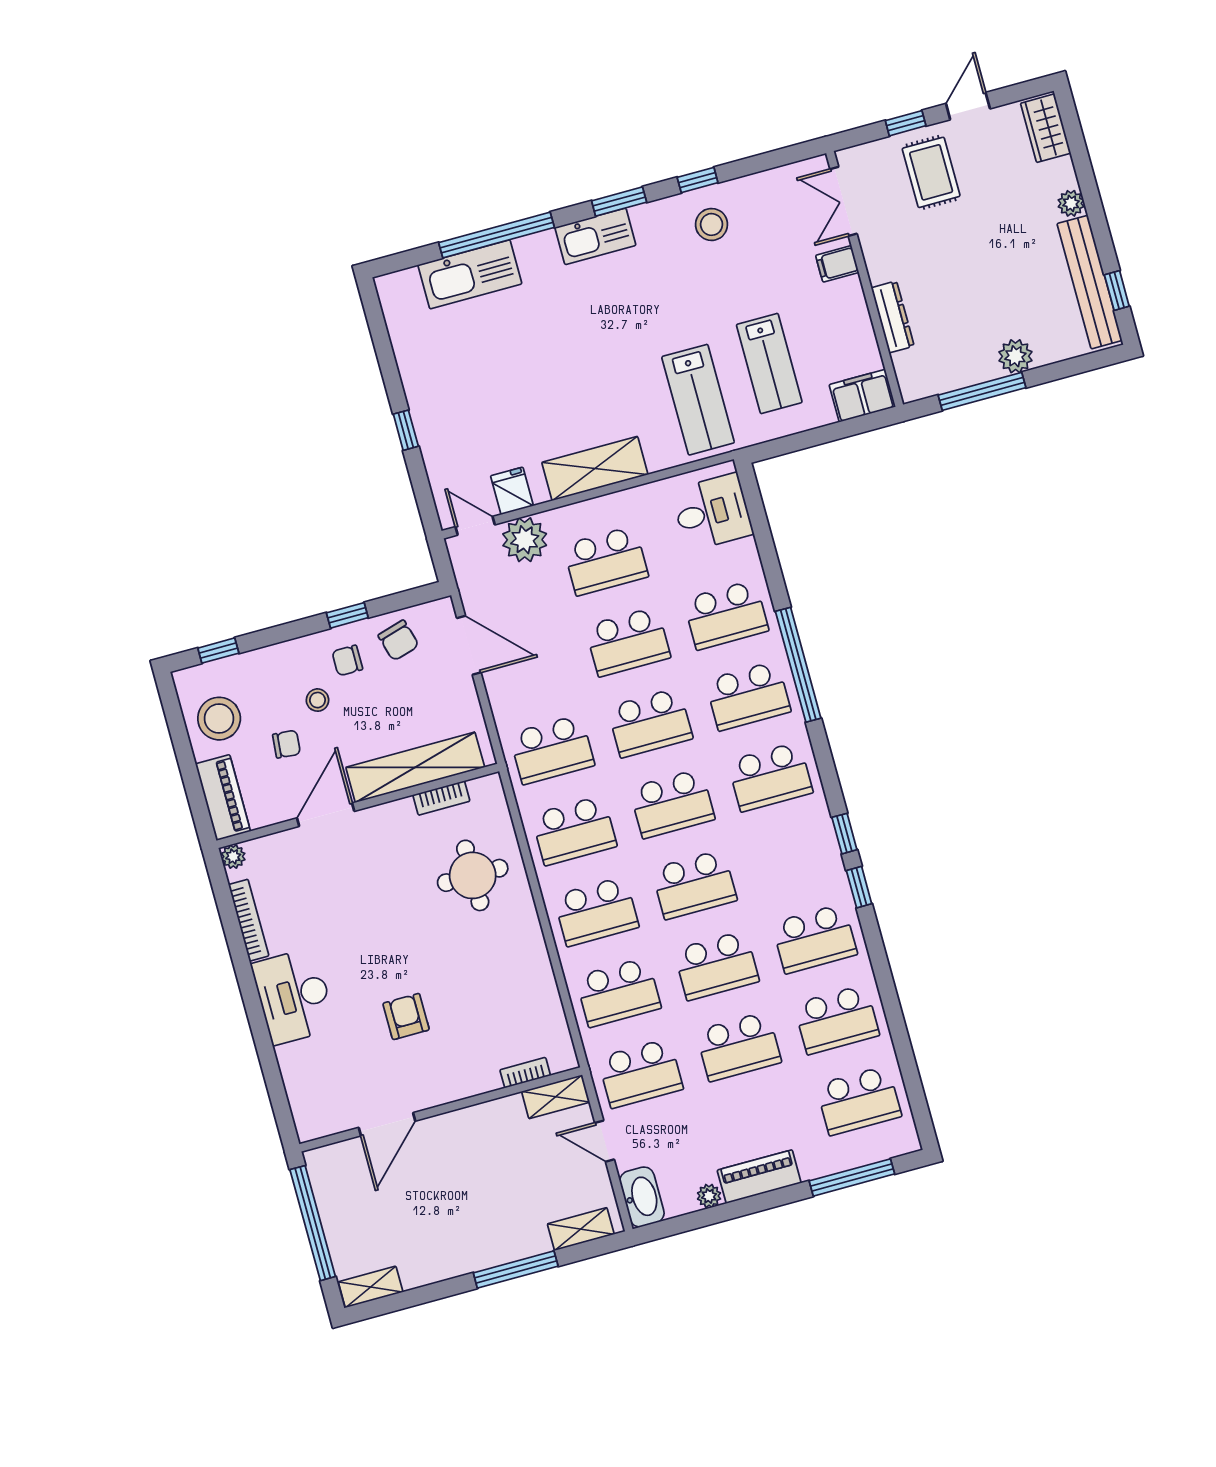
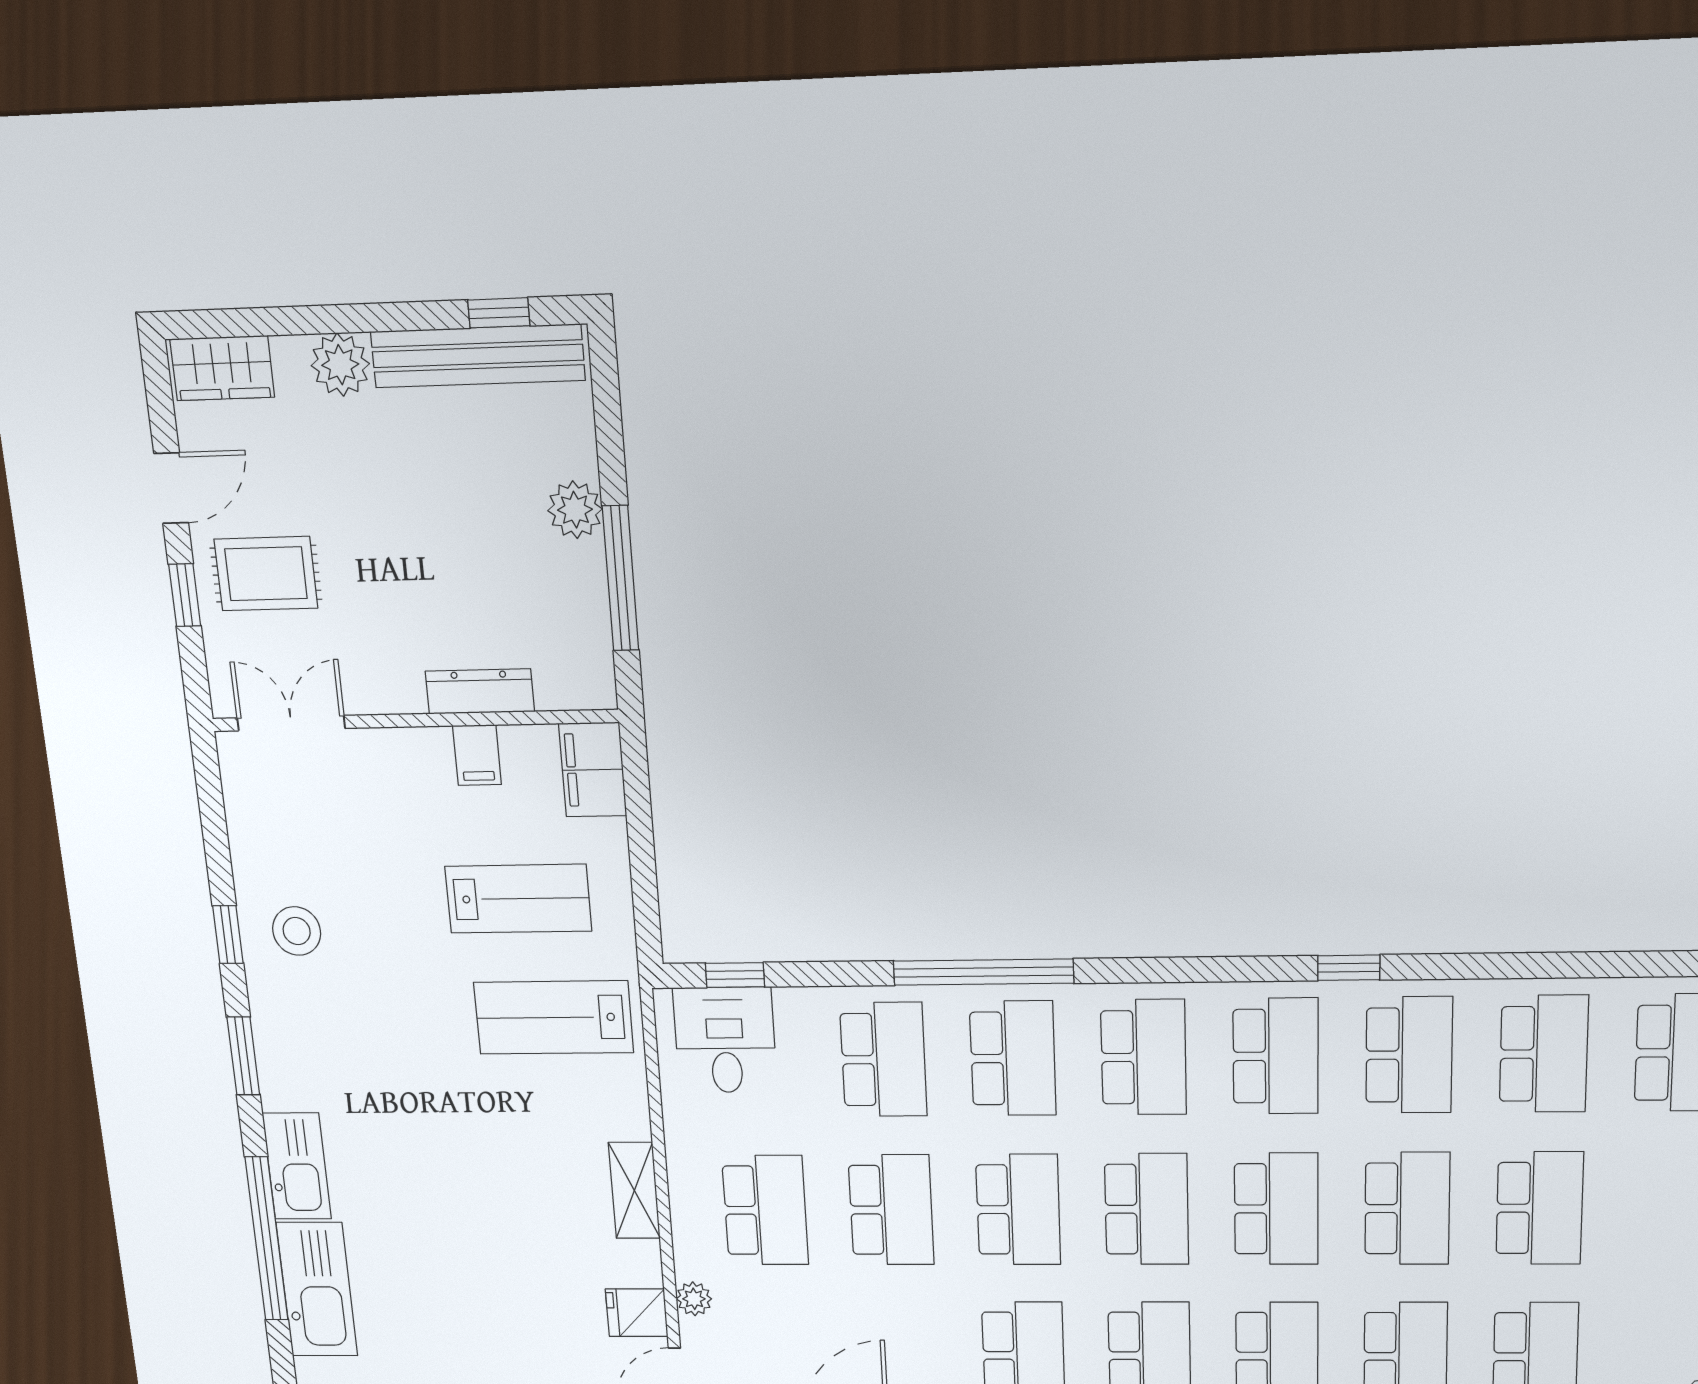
door: (968, 106) -> (171, 488), swing flipped
double door: (843, 201) -> (291, 723), swing flipped
plant: (1071, 203) -> (340, 365), width x1.38, depth x1.38
kitchen sink: (595, 236) -> (297, 1166), moved
filing cabinet: (837, 264) -> (477, 755), moved
lab bench: (698, 400) -> (554, 1017), turned 180
shelving: (595, 468) -> (634, 1190), width x0.67, depth x0.75
plant: (525, 540) -> (694, 1299), width x0.53, depth x0.53
window: (844, 834) -> (735, 975), moved
school desk: (792, 858) -> (1276, 1056), added

